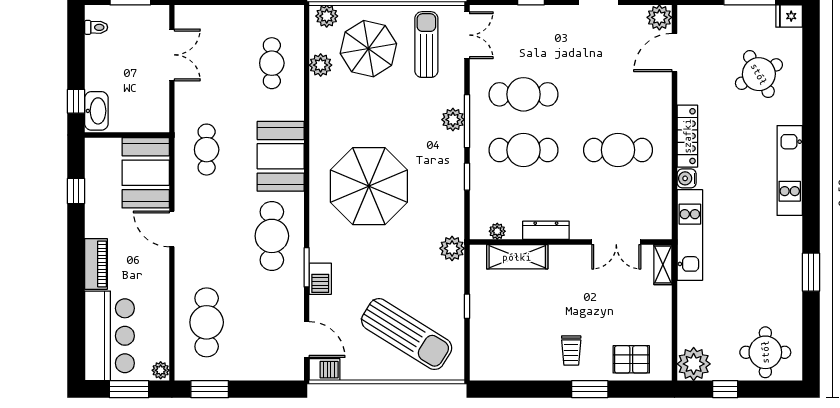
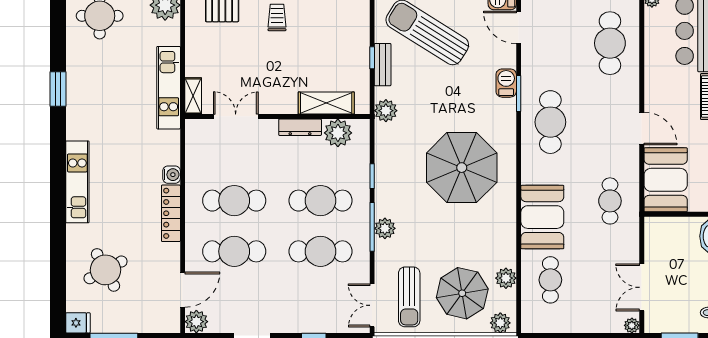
plant: (183, 13) -> (632, 325), added
cafe table: (618, 94) -> (234, 251), added
booth: (281, 156) -> (542, 217), moved
plant: (497, 231) -> (338, 133), width x1.87, depth x1.87
kitchen unit: (690, 235) -> (169, 88), moved
bench: (456, 299) -> (383, 65), added

